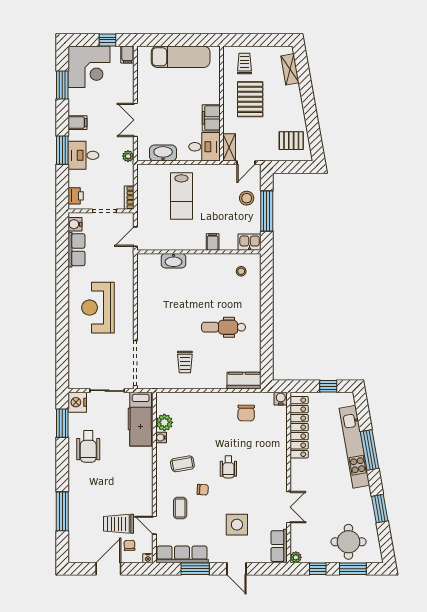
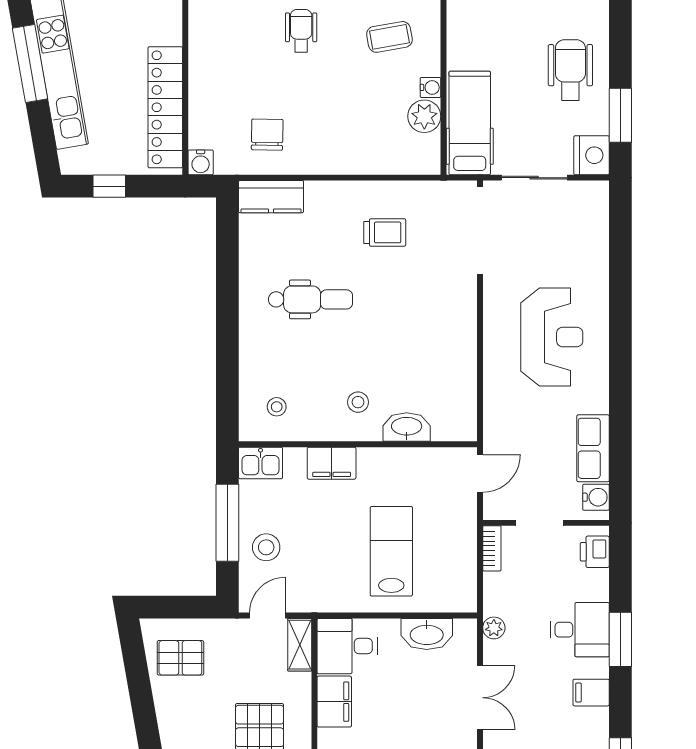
filing cabinet: (213, 242) -> (332, 463), width x2.00
stool: (199, 274) -> (358, 402), added
trolley: (185, 362) -> (385, 232), turned 90

